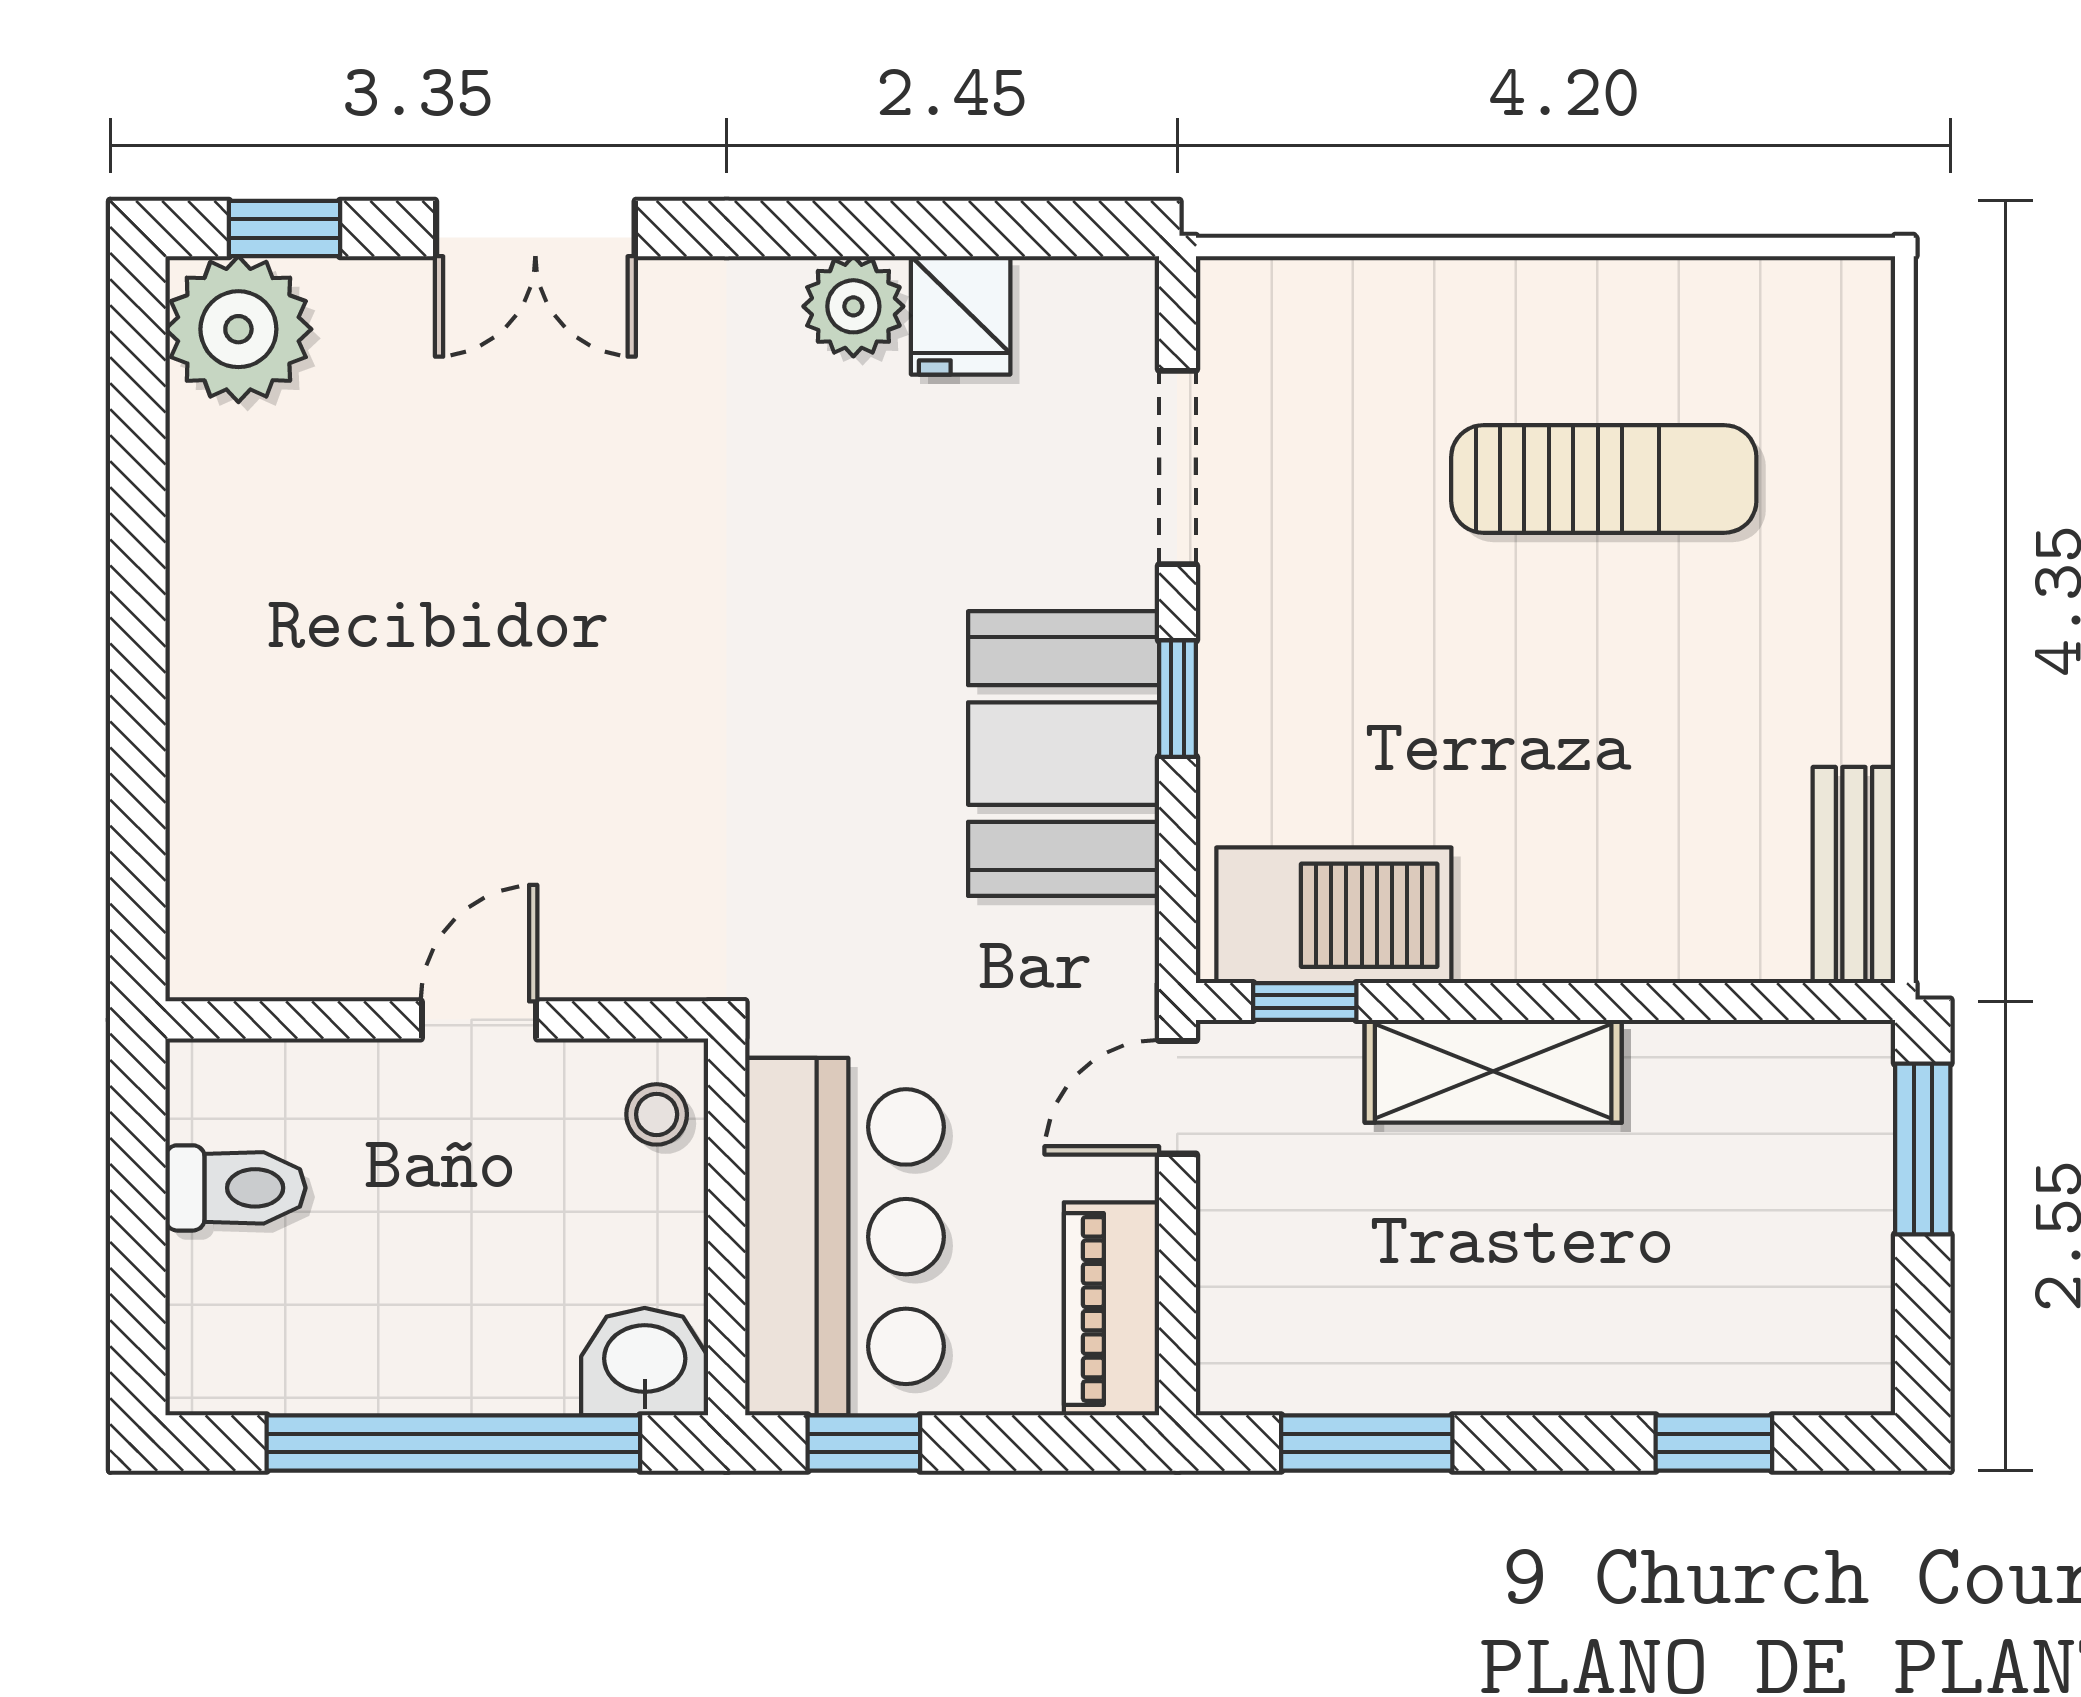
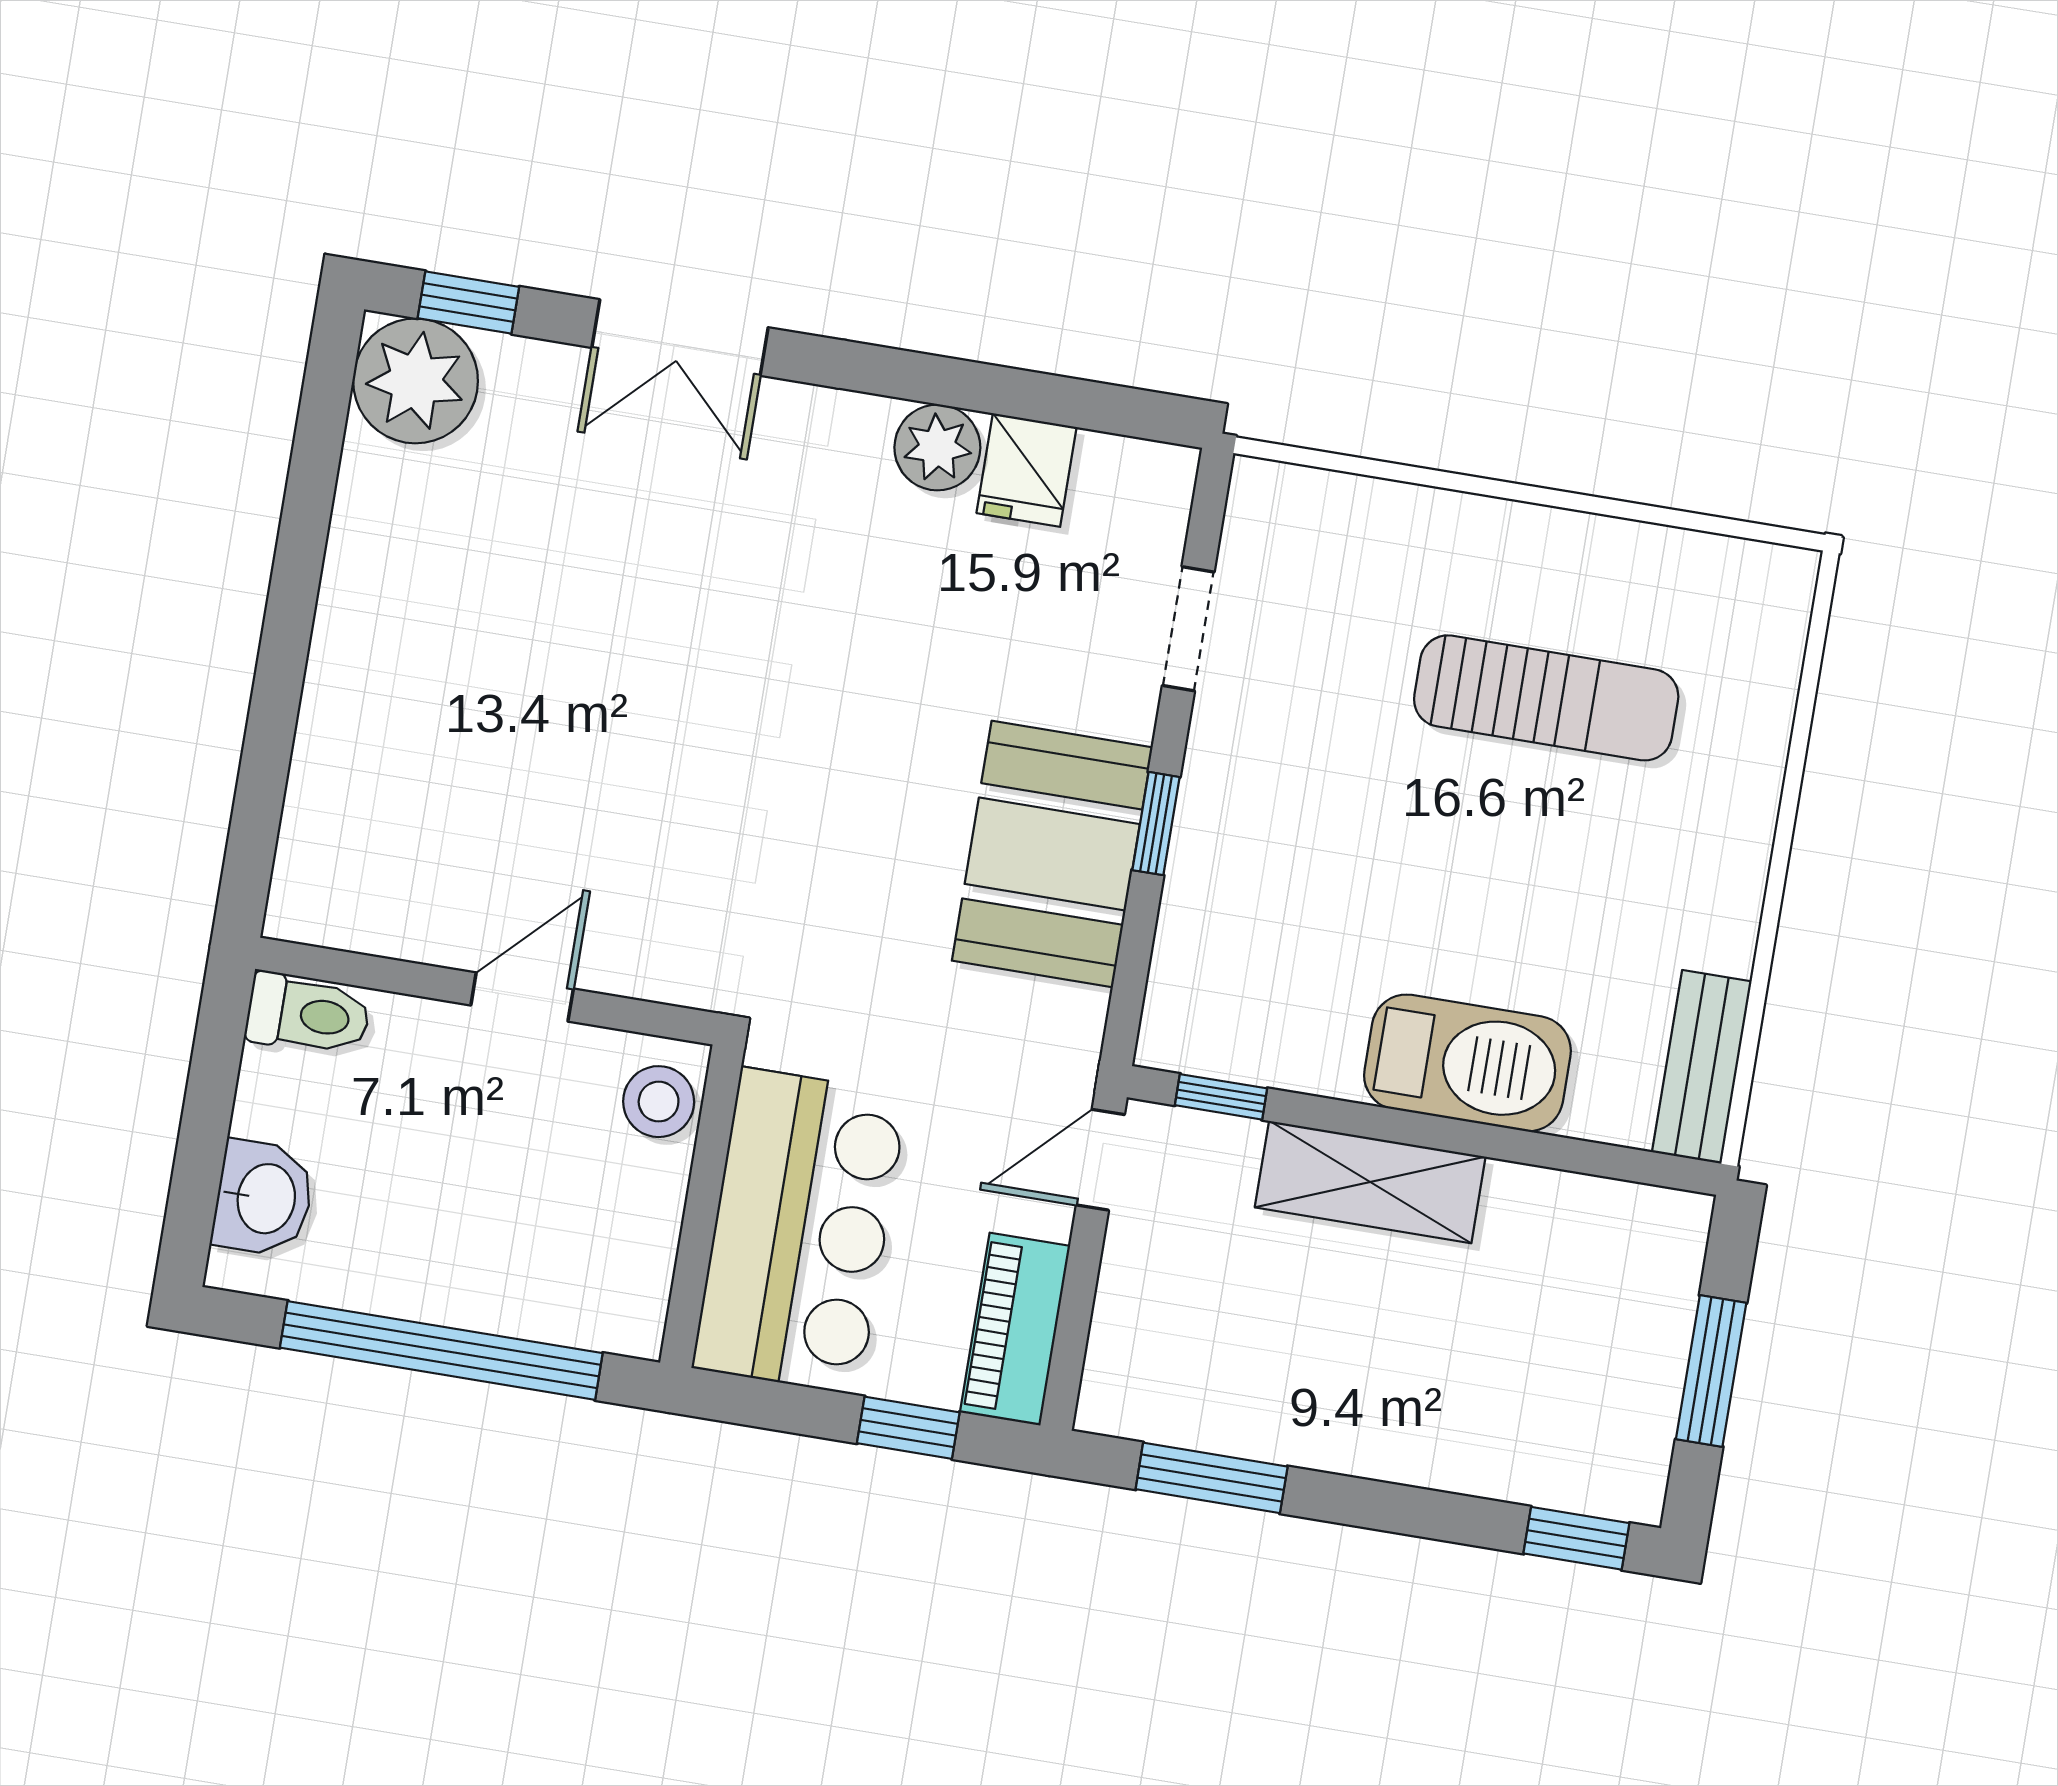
doorway: (1177, 468) -> (1188, 629), width x0.73
barbecue: (1334, 915) -> (1467, 1063), moved
stool: (657, 1114) -> (659, 1102), width x1.37, depth x1.37
window: (1923, 1149) -> (1711, 1371), moved
toilet: (235, 1188) -> (308, 1014), moved
washbasin: (645, 1362) -> (264, 1198), moved, turned 90
window: (864, 1443) -> (908, 1428), moved
window: (1714, 1443) -> (1576, 1538), moved

